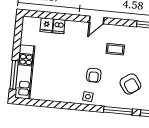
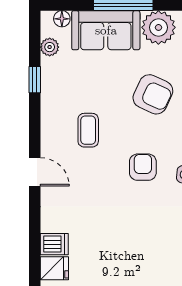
armchair: (94, 75) -> (143, 167), turned -90
armchair: (130, 84) -> (153, 94), turned 60

